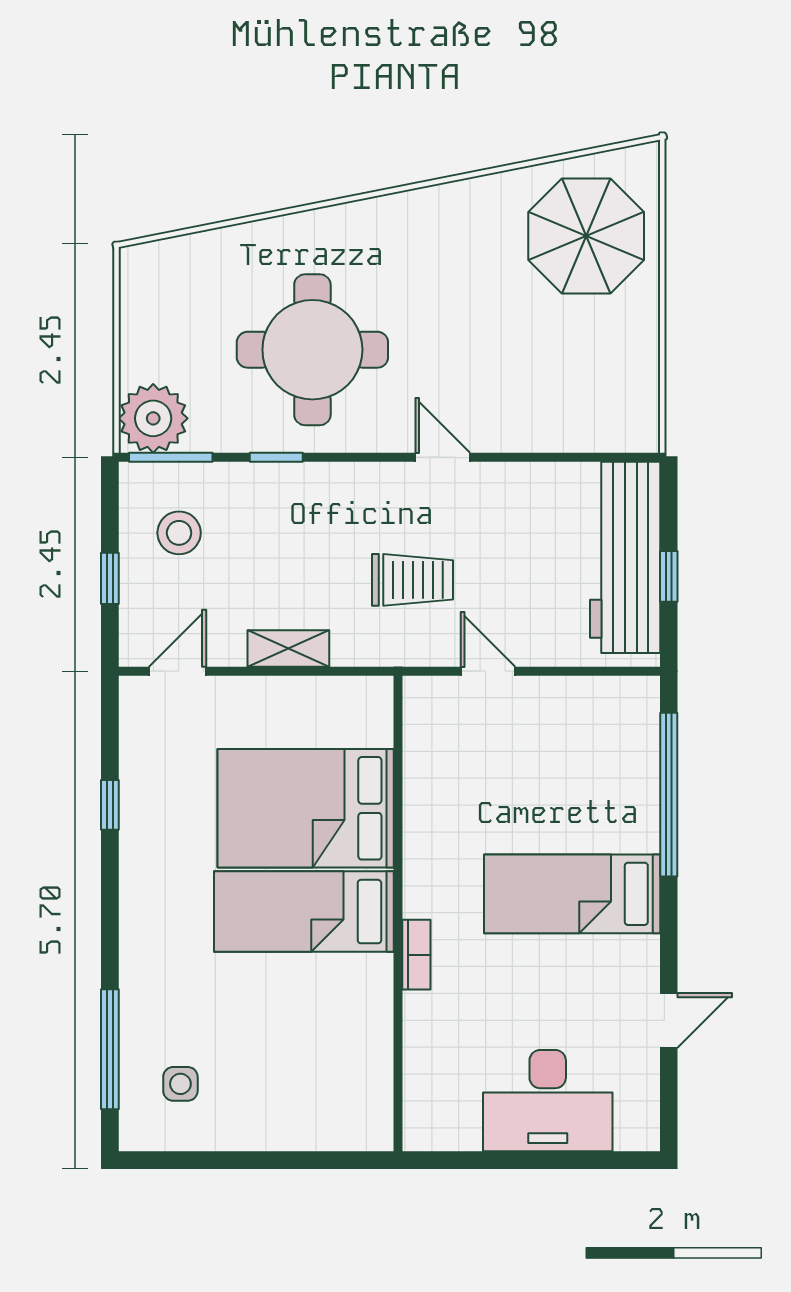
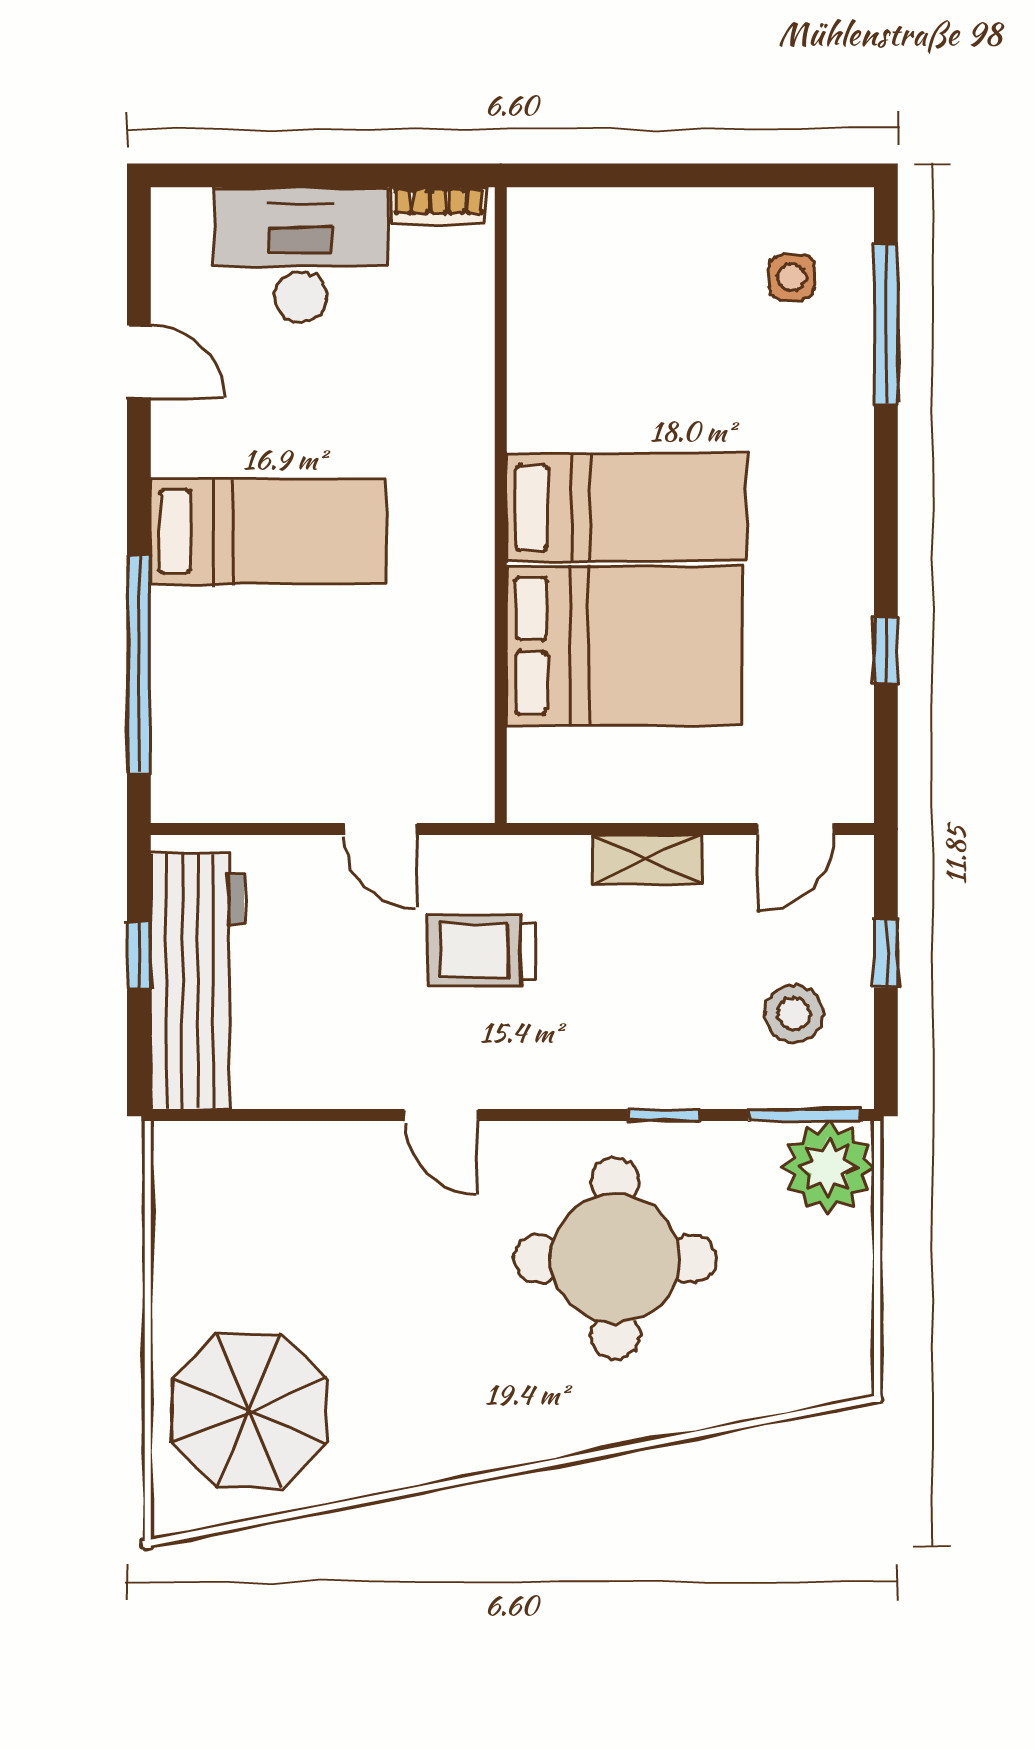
bookcase: (416, 955) -> (439, 206), moved, turned -90
door: (669, 1021) -> (139, 362), swing flipped

